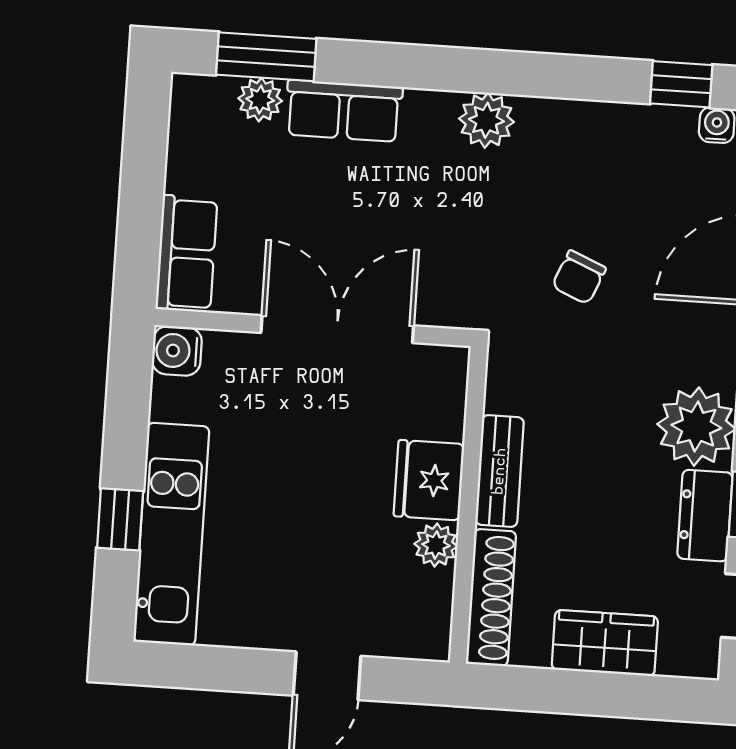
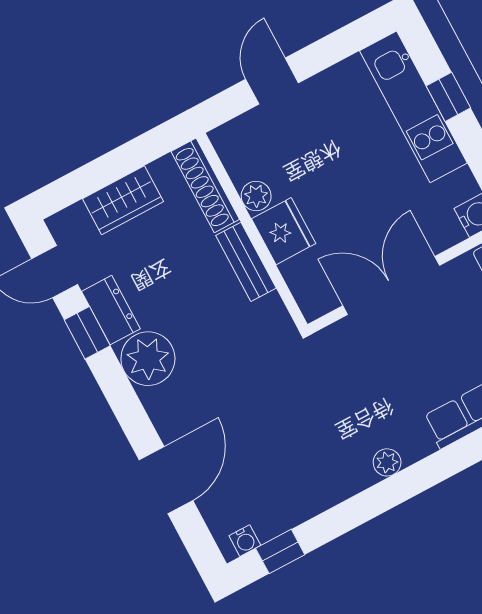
plant: (486, 120) -> (387, 462), width x0.73, depth x0.73
chair: (579, 277) -> (270, 403), removed
double door: (337, 329) -> (391, 285), swing flipped

